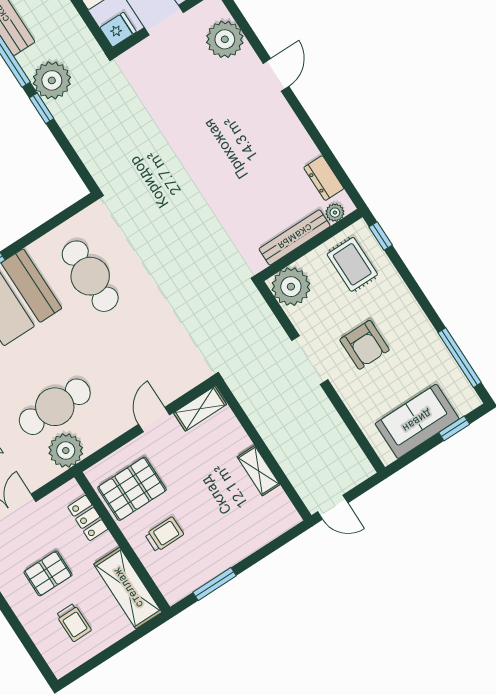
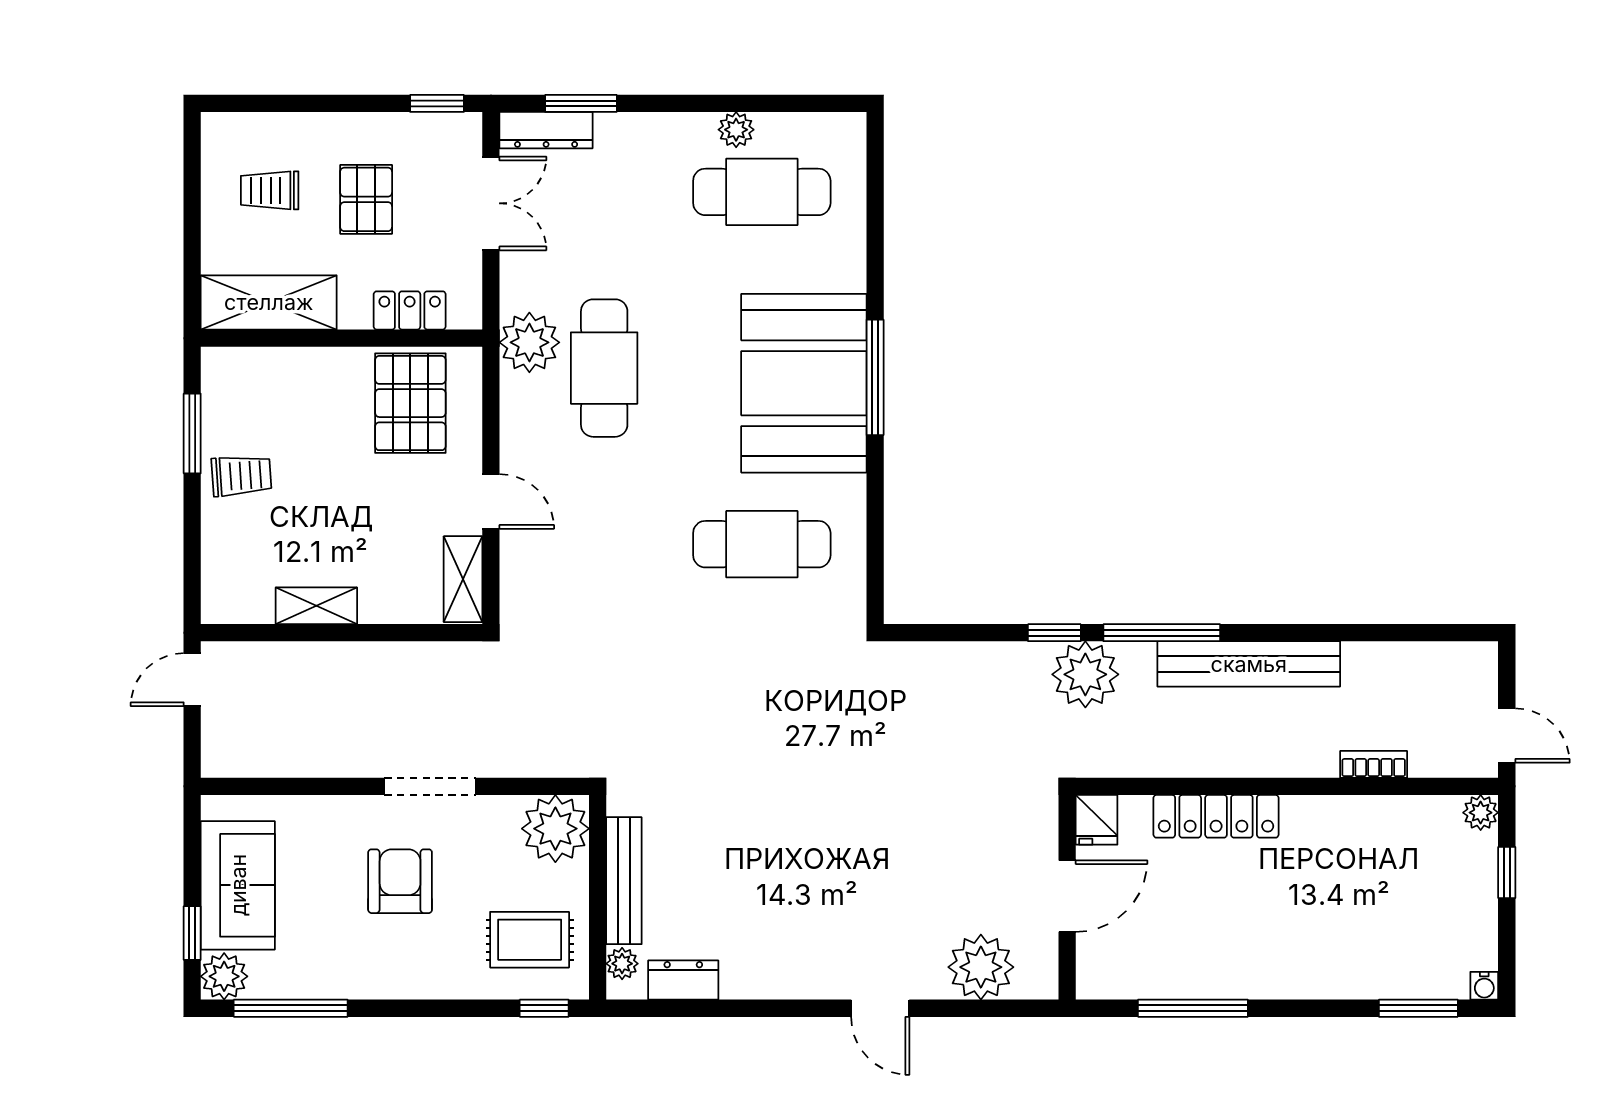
armchair: (365, 345) -> (400, 881), turned 90
plant: (465, 400) -> (224, 976), added
trolley: (164, 534) -> (241, 476), moved, turned -94

